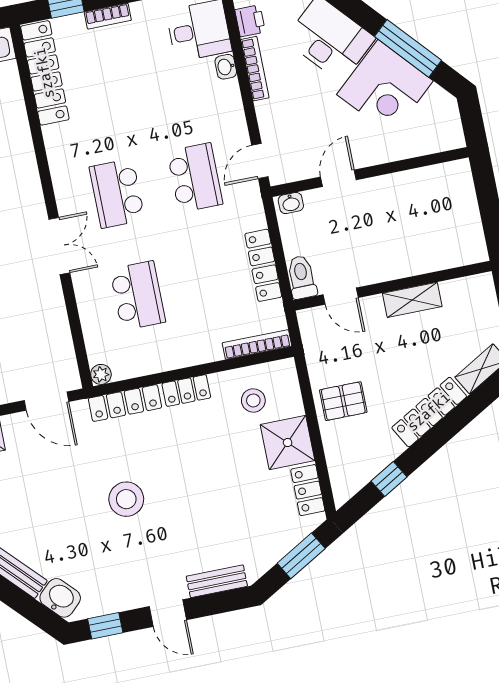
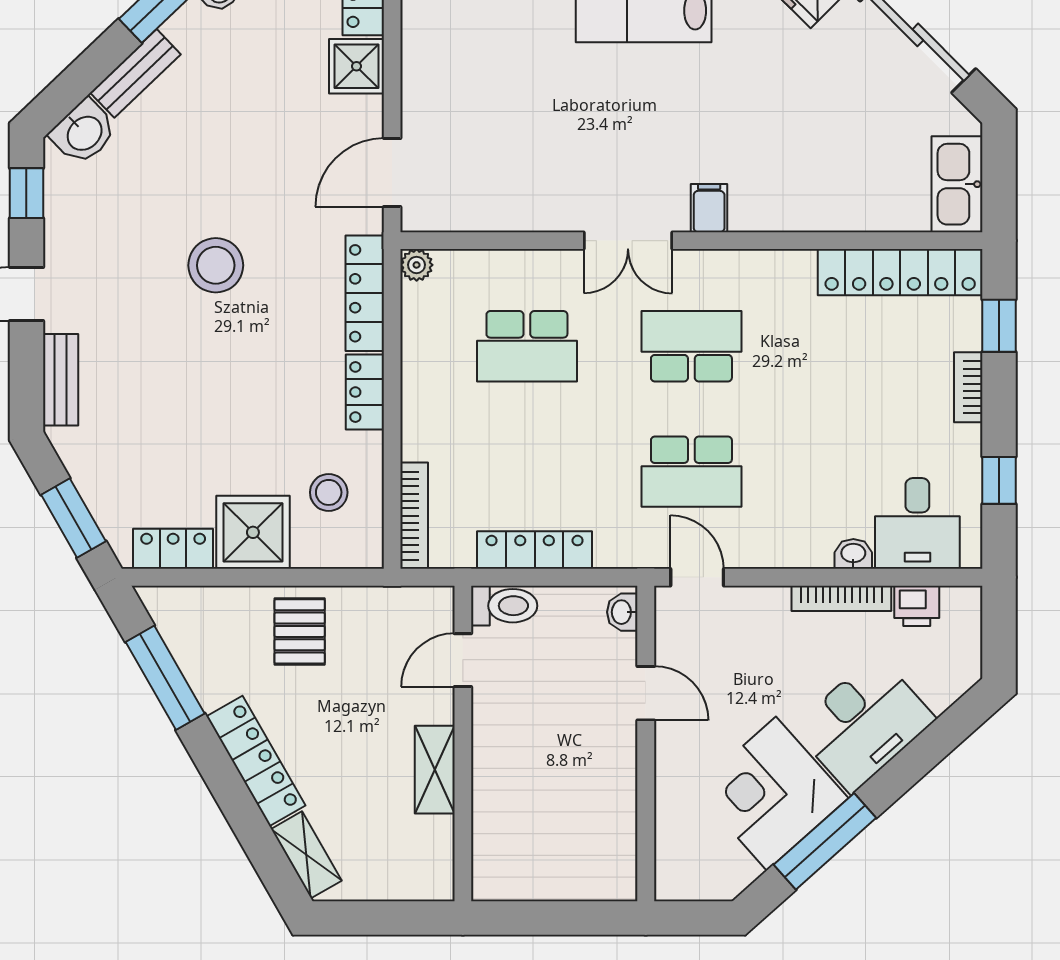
filing cabinet: (29, 200) -> (709, 208), added
window: (389, 479) -> (165, 678), width x2.17

